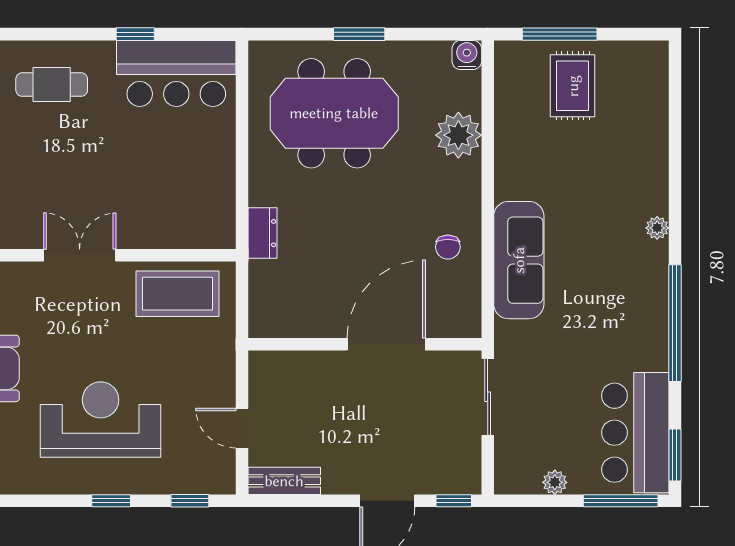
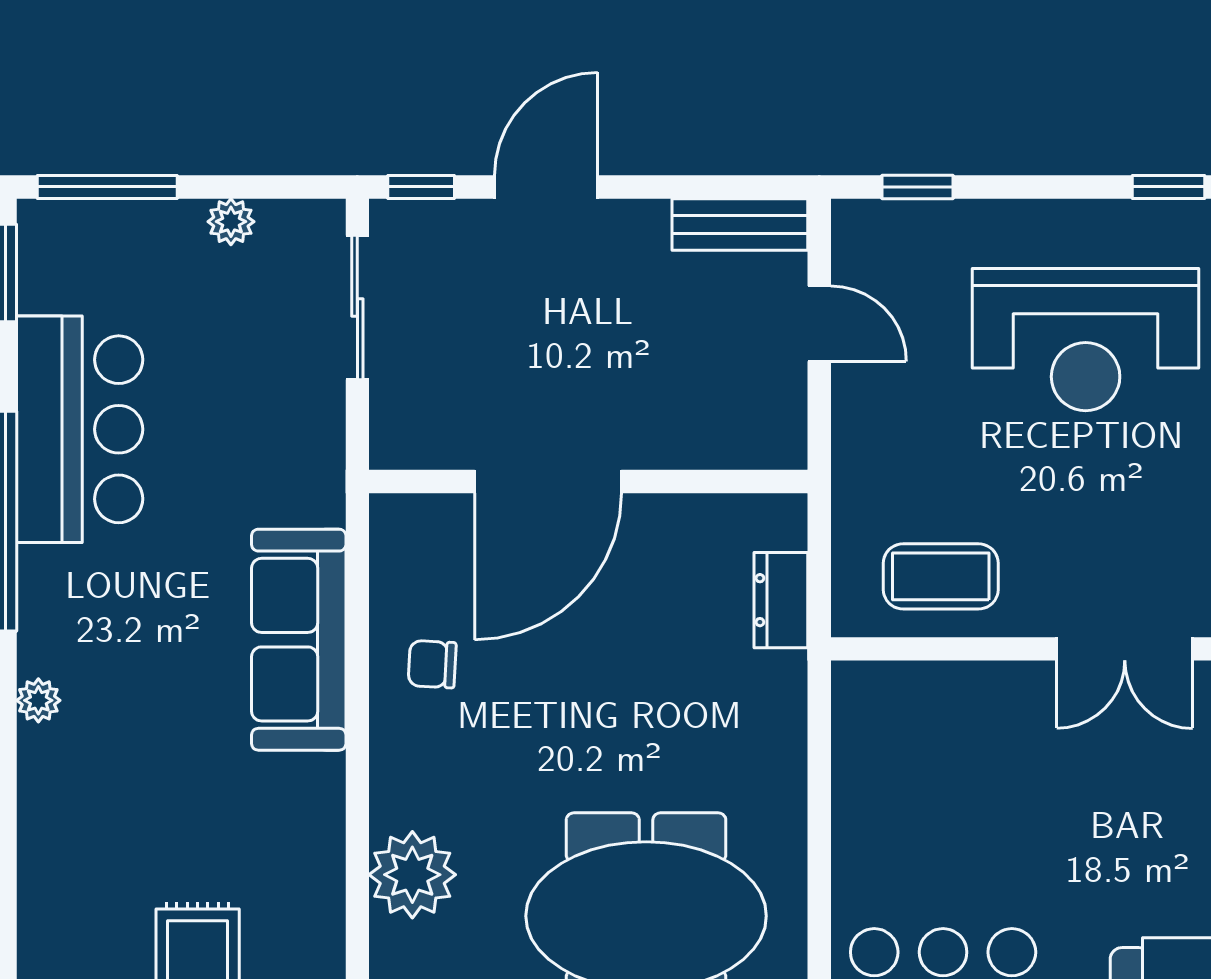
dresser: (262, 233) -> (781, 600), moved
chair: (448, 247) -> (432, 664), turned -87
coffee table: (177, 294) -> (941, 576), width x0.73, depth x0.76
sliding door: (488, 397) -> (357, 307), moved
bar counter: (635, 433) -> (80, 429), moved
window: (111, 501) -> (1169, 187), moved

